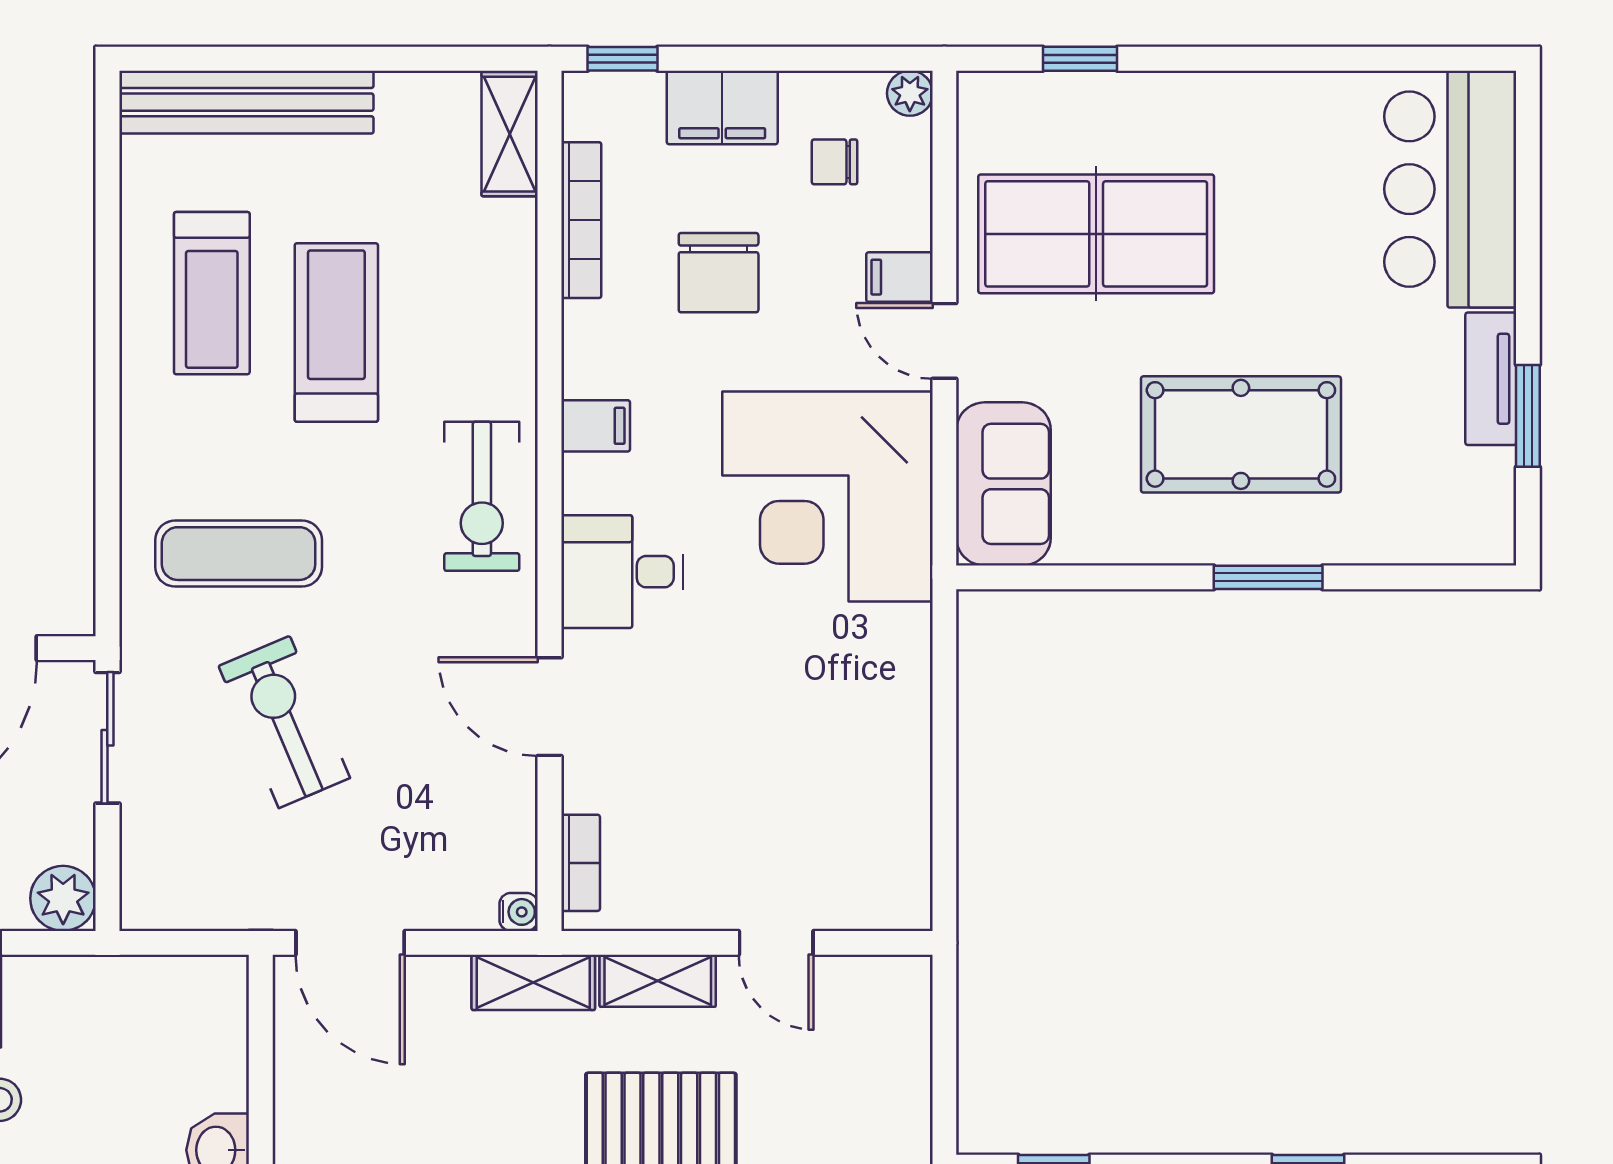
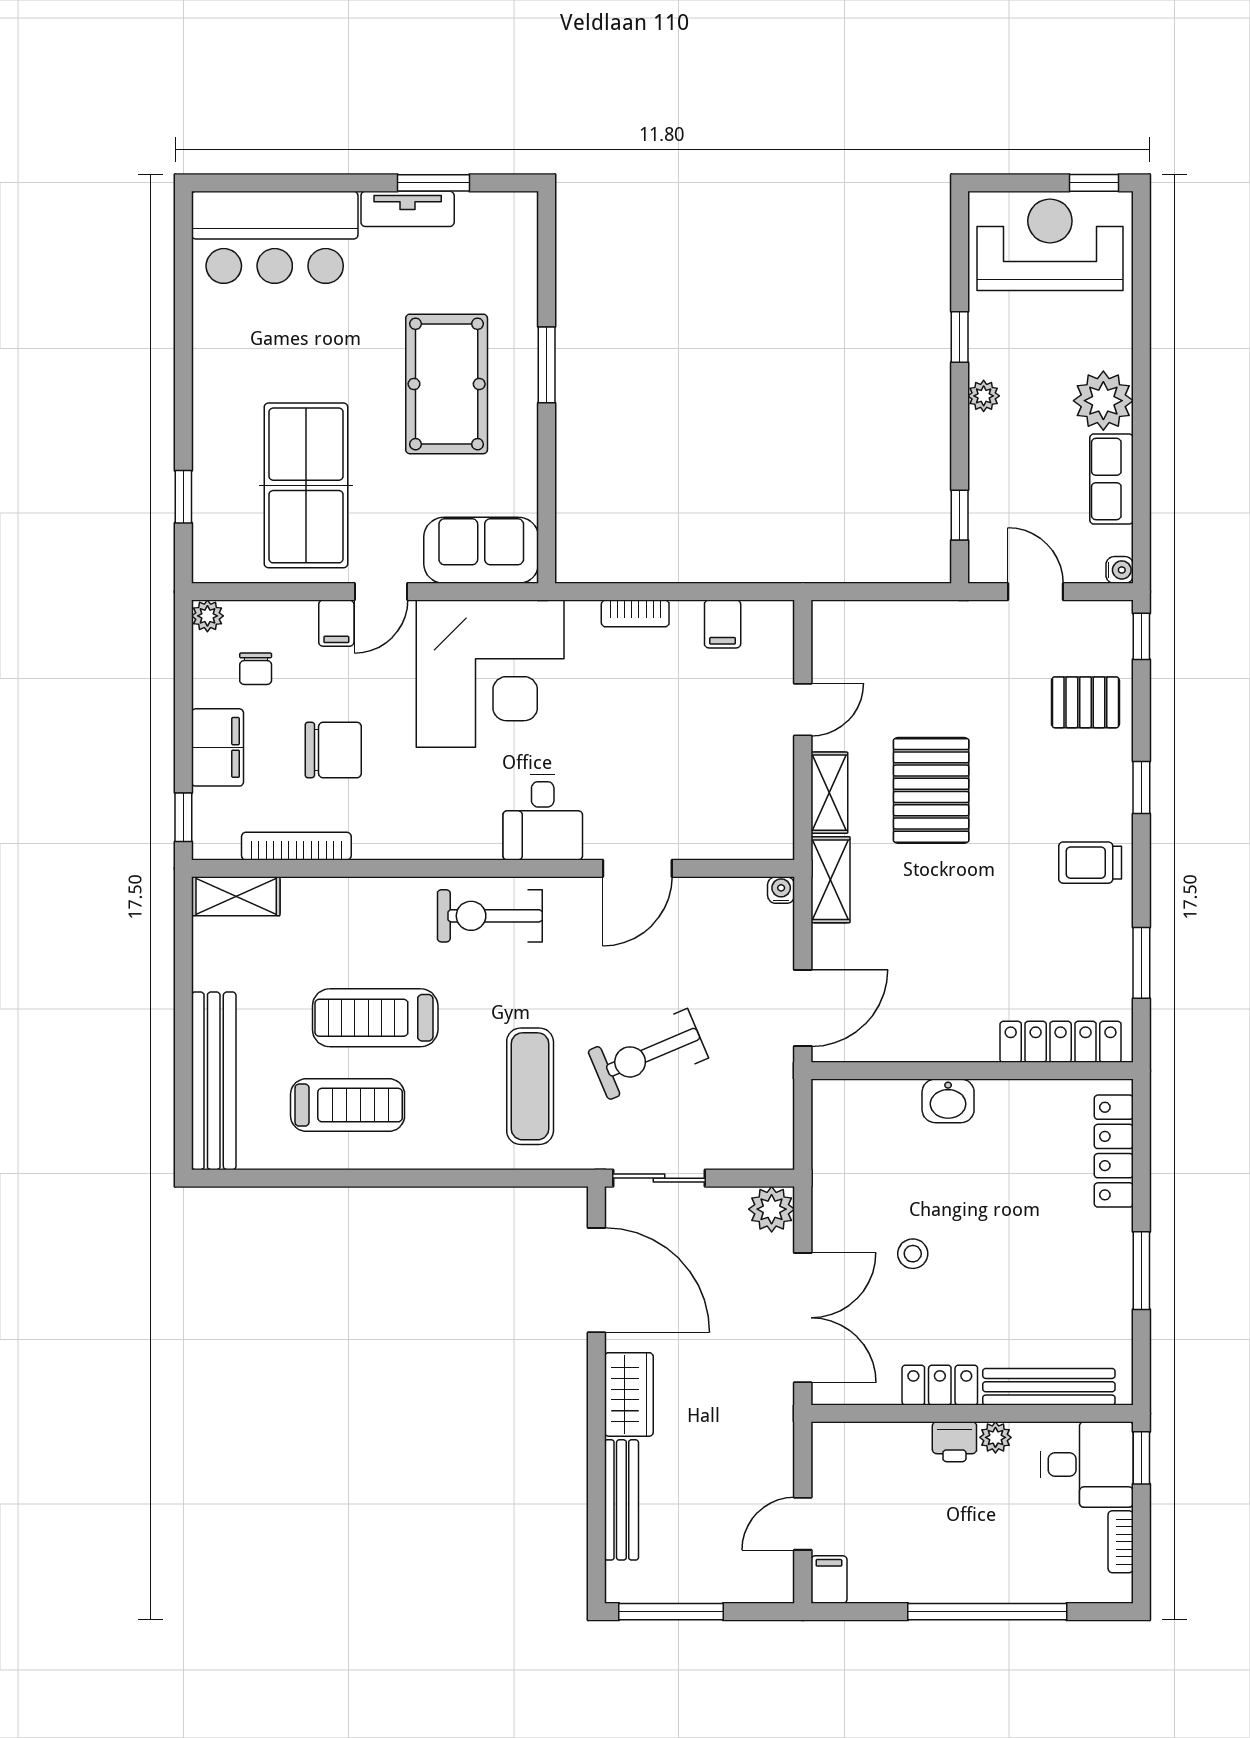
filing cabinet: (596, 426) -> (723, 624), moved, turned 180
exercise bike: (482, 496) -> (490, 916), turned 180
bookcase: (581, 863) -> (635, 613), moved, turned 180

